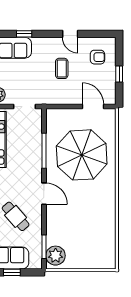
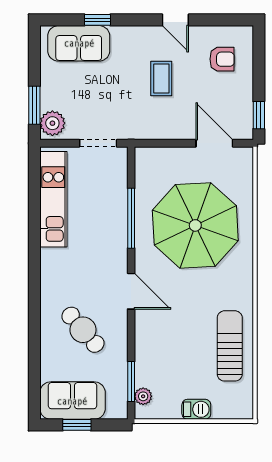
window: (119, 74) -> (259, 115), moved
sun lounger: (102, 226) -> (230, 346), added
plant: (56, 256) -> (143, 396), width x0.53, depth x0.53
barbecue: (82, 263) -> (196, 409), added

